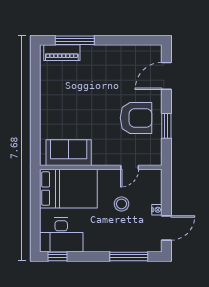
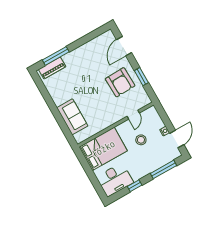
armchair: (136, 118) -> (120, 82), turned 88
sofa: (69, 153) -> (72, 117), moved, turned 90
window: (57, 256) -> (135, 186), moved

